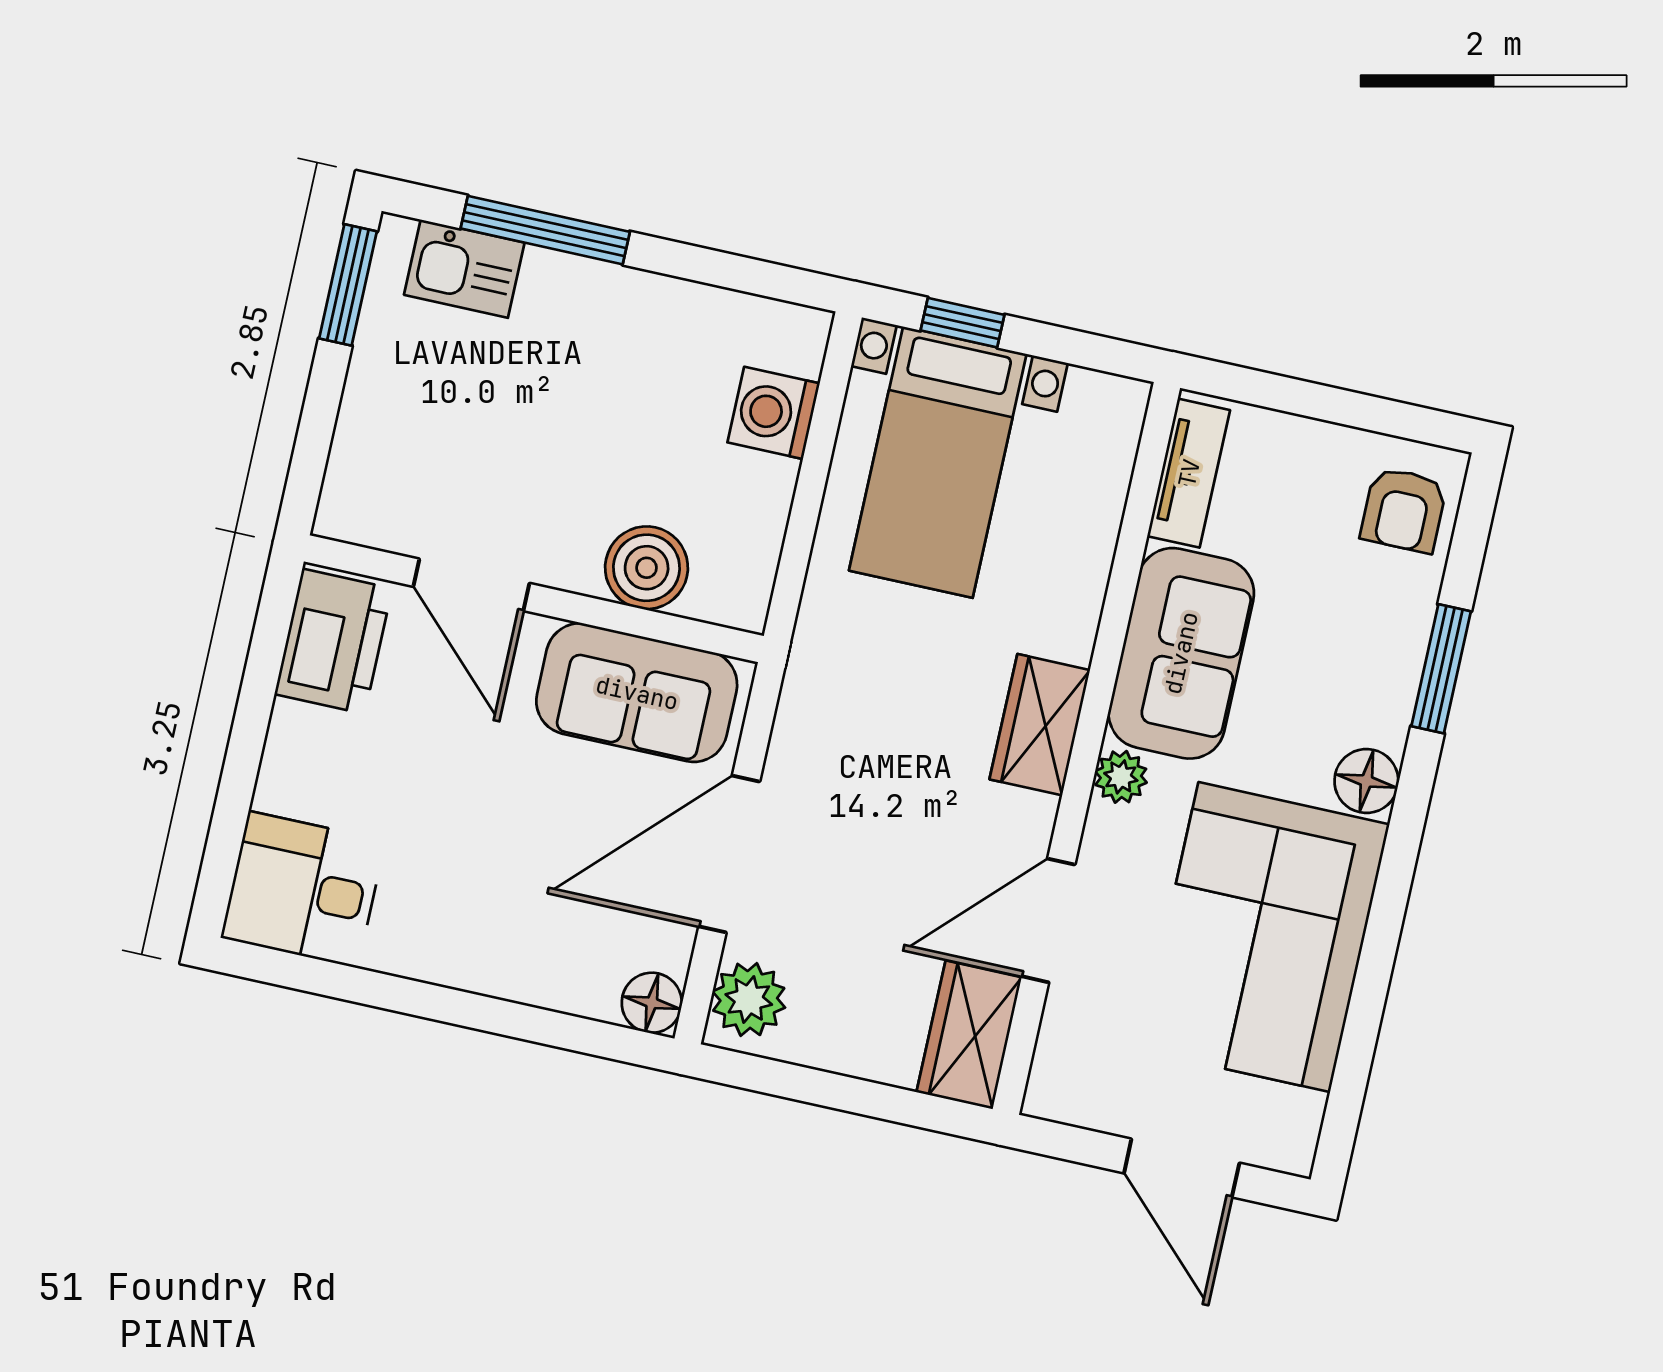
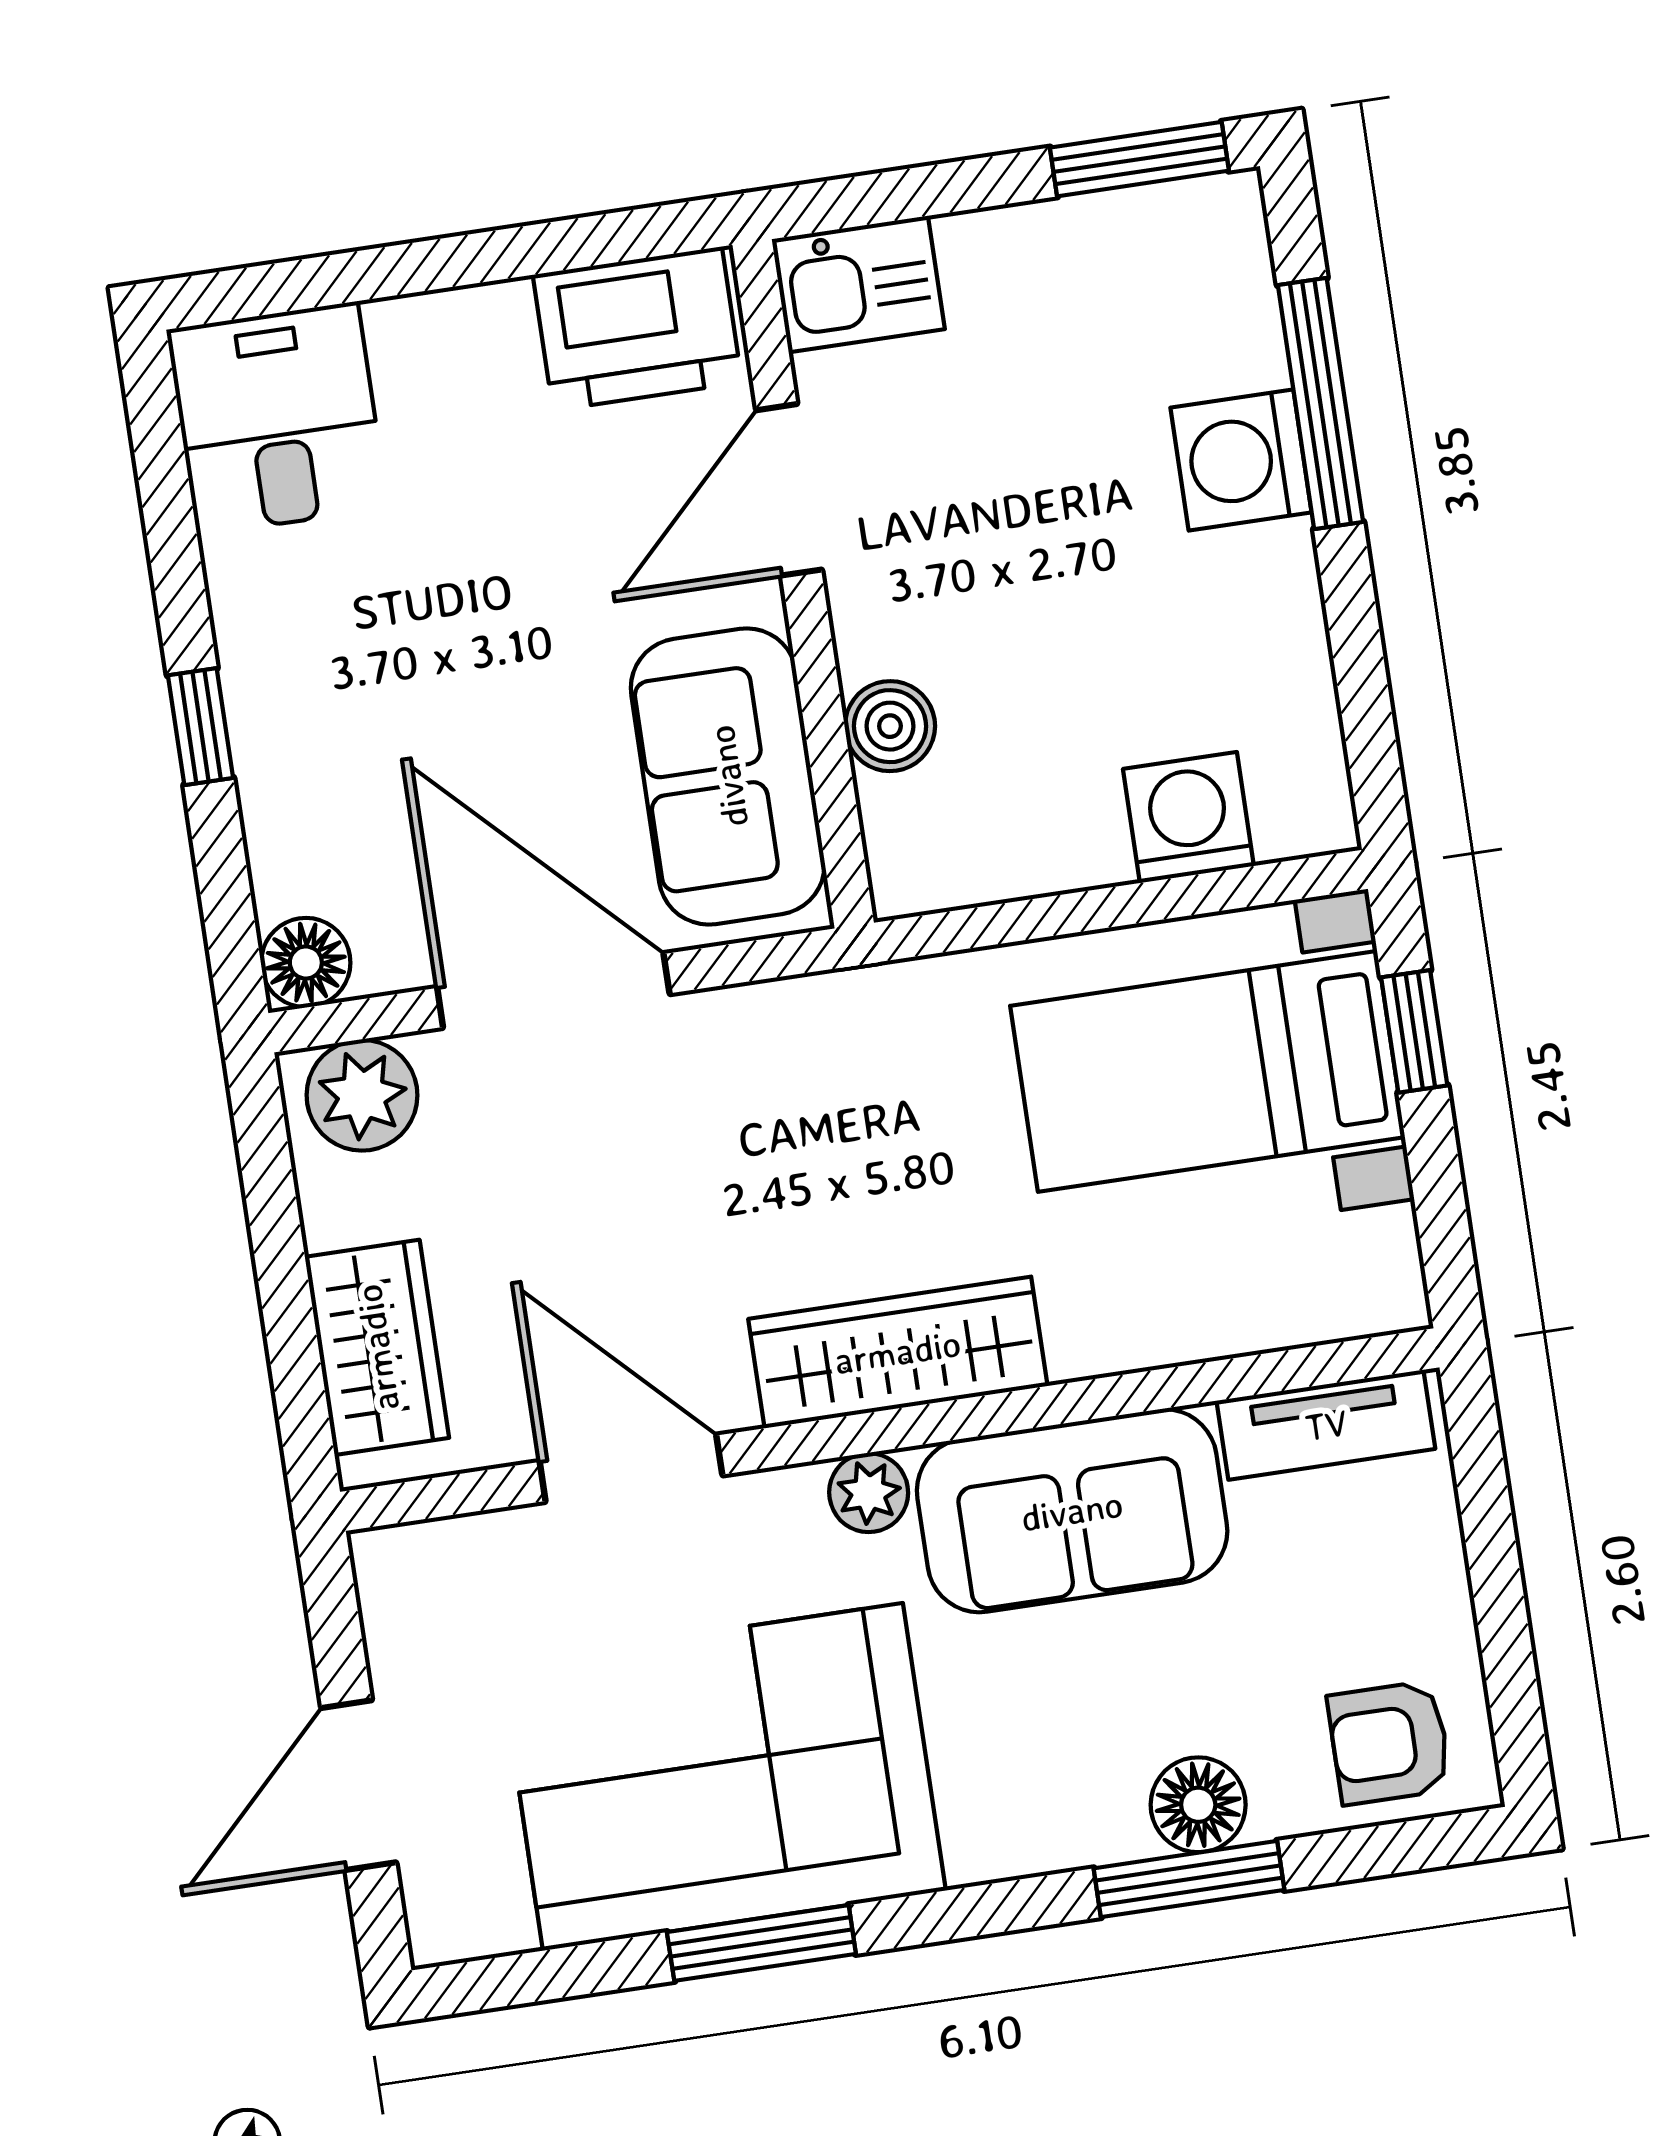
kitchen sink: (464, 269) -> (858, 284), moved, turned -90
washing machine: (562, 294) -> (1241, 460), added
boiler: (647, 568) -> (890, 726), width x0.73, depth x0.73
wardrobe: (1040, 725) -> (898, 1352), width x1.50
floor lamp: (1366, 781) -> (1198, 1805), moved
window: (1378, 953) -> (761, 1943), added
window: (478, 1012) -> (200, 727), added
wardrobe: (969, 1035) -> (377, 1347), moved, turned 90

